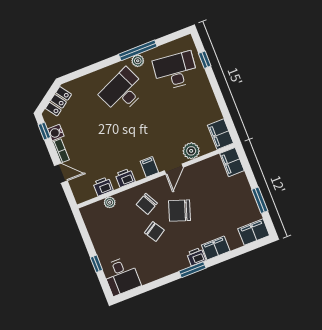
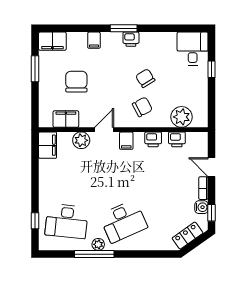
filing cabinet: (232, 162) -> (66, 119), moved, turned -90
plant: (110, 202) -> (182, 117), width x1.88, depth x1.88
chair: (179, 211) -> (76, 82), moved, turned -109
filing cabinet: (216, 248) -> (94, 40), width x0.50
printer: (196, 257) -> (131, 39), moved

